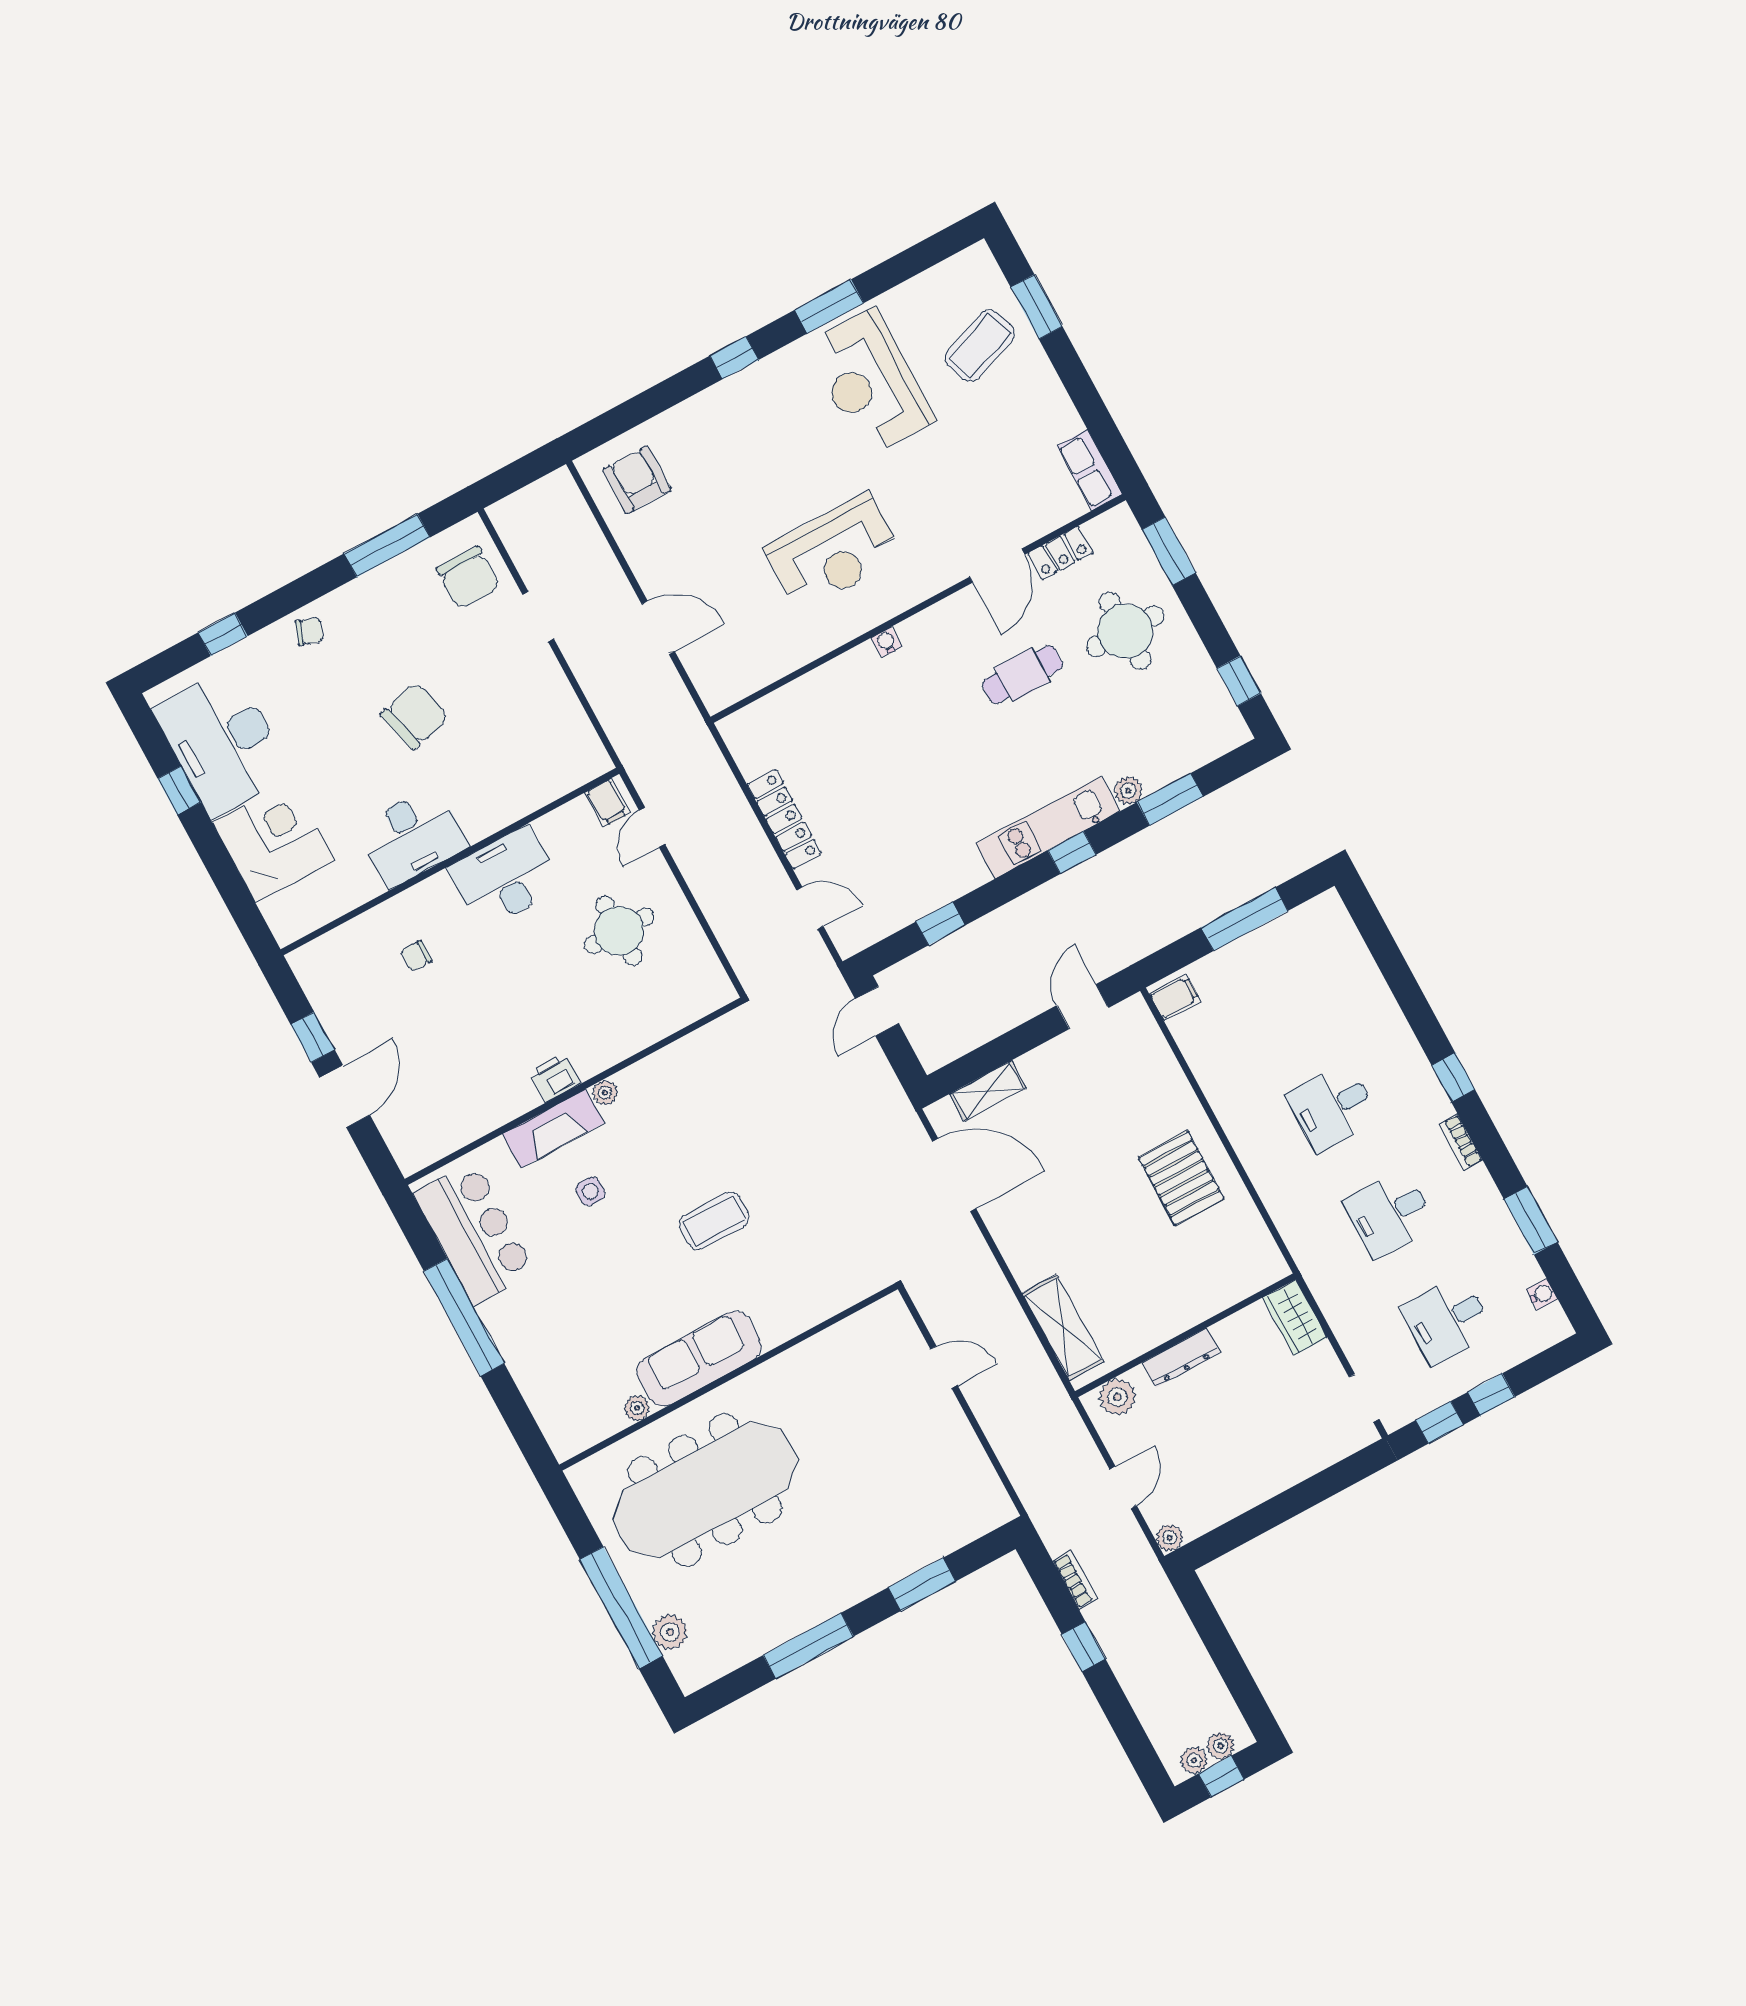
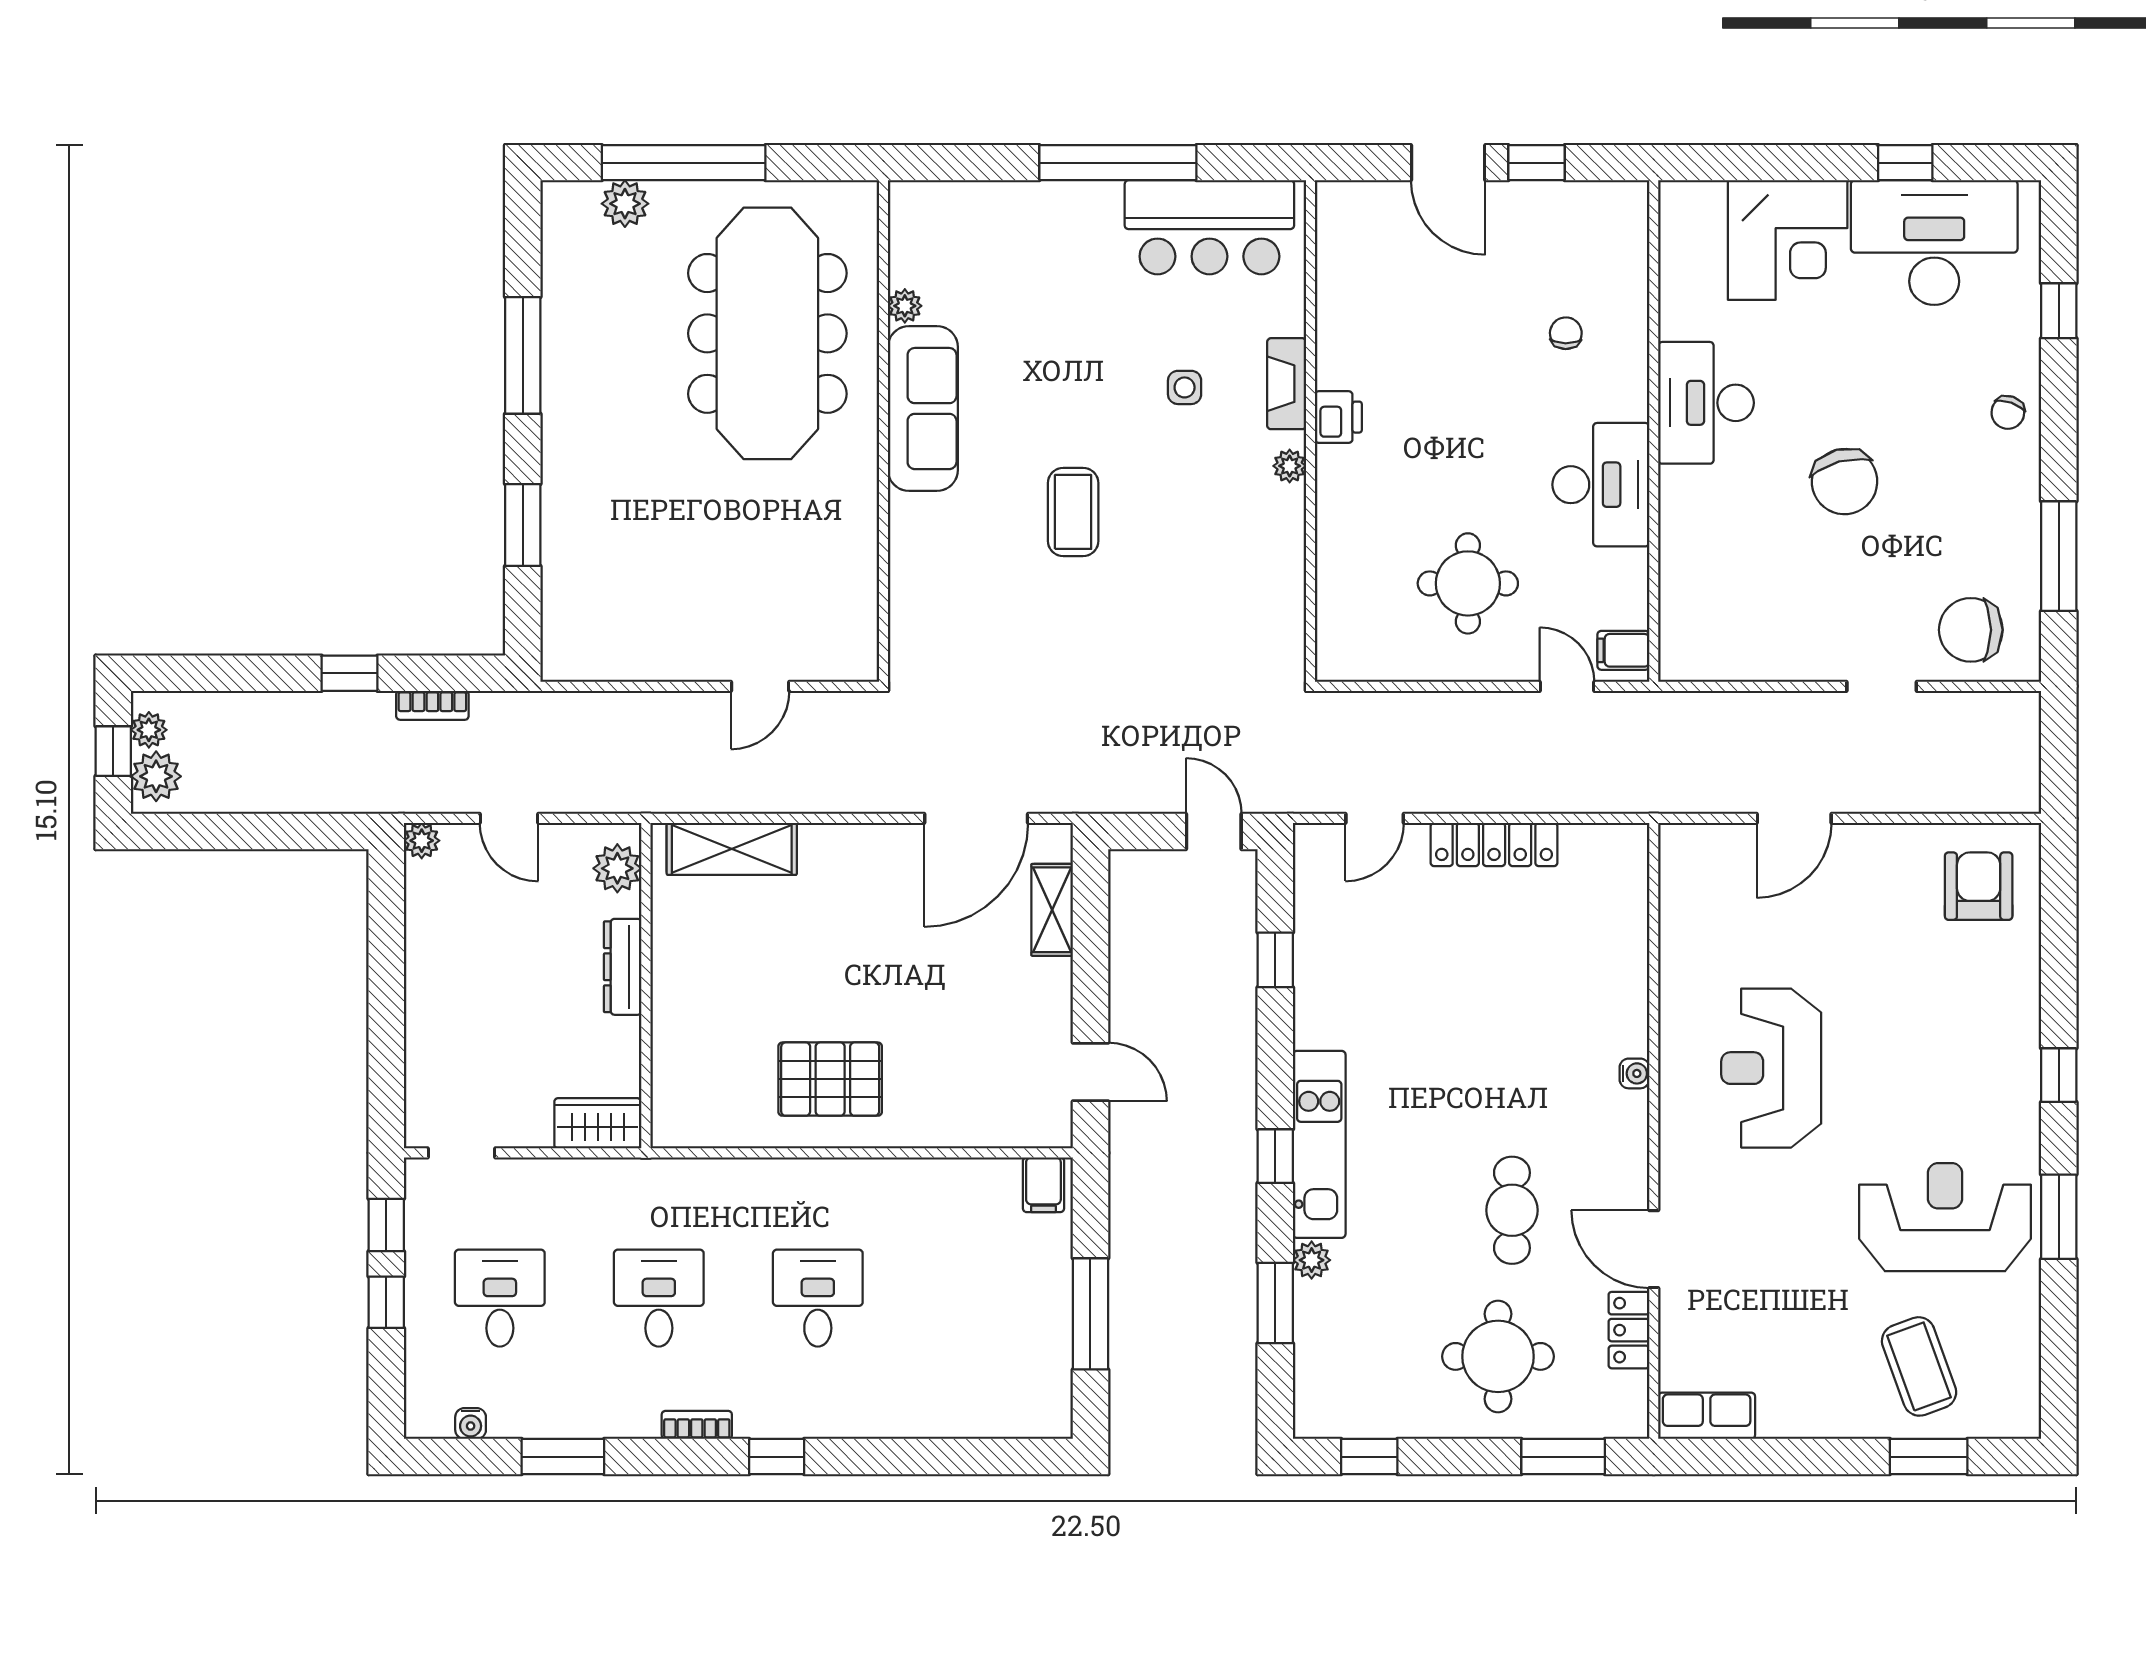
armchair: (637, 480) -> (1979, 886), turned -90
fireplace: (553, 1129) -> (1287, 384), width x0.73, depth x0.76
plant: (1221, 1746) -> (156, 776), width x1.38, depth x1.38

